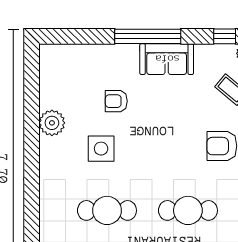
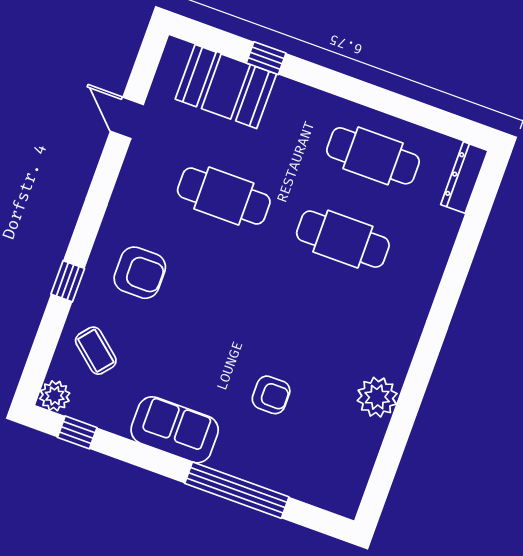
window: (148, 36) -> (237, 490), moved
side table: (101, 149) -> (319, 333), removed

